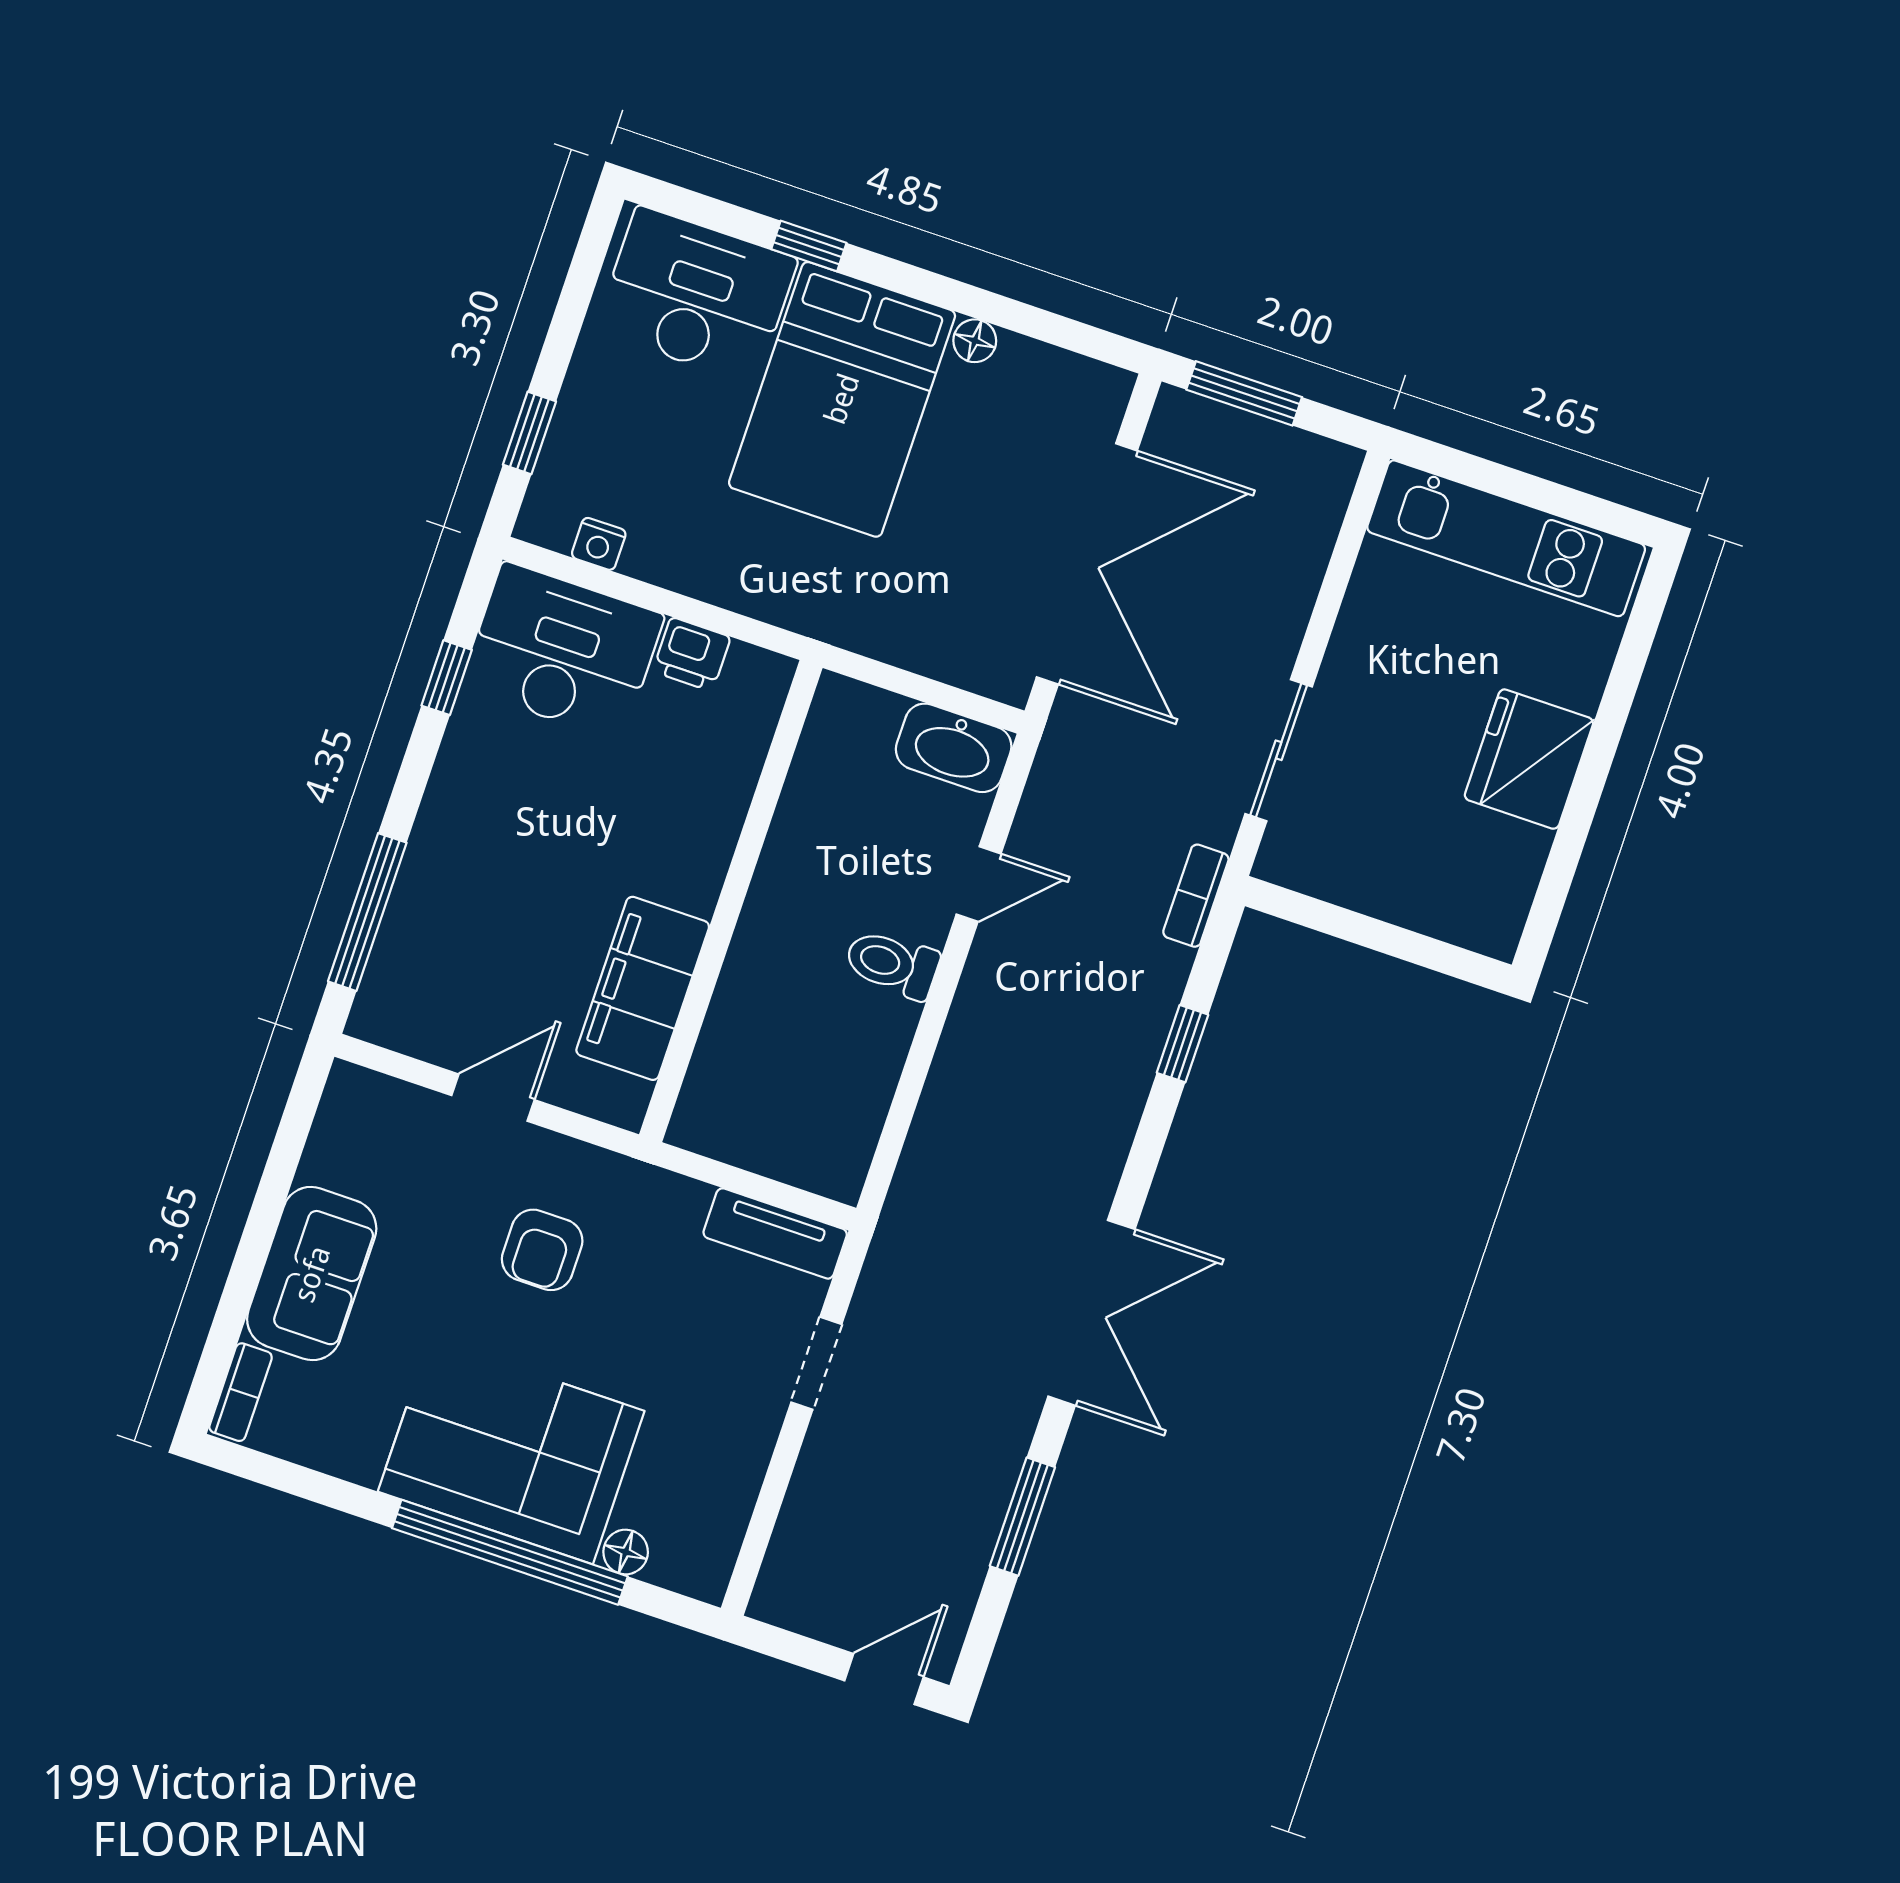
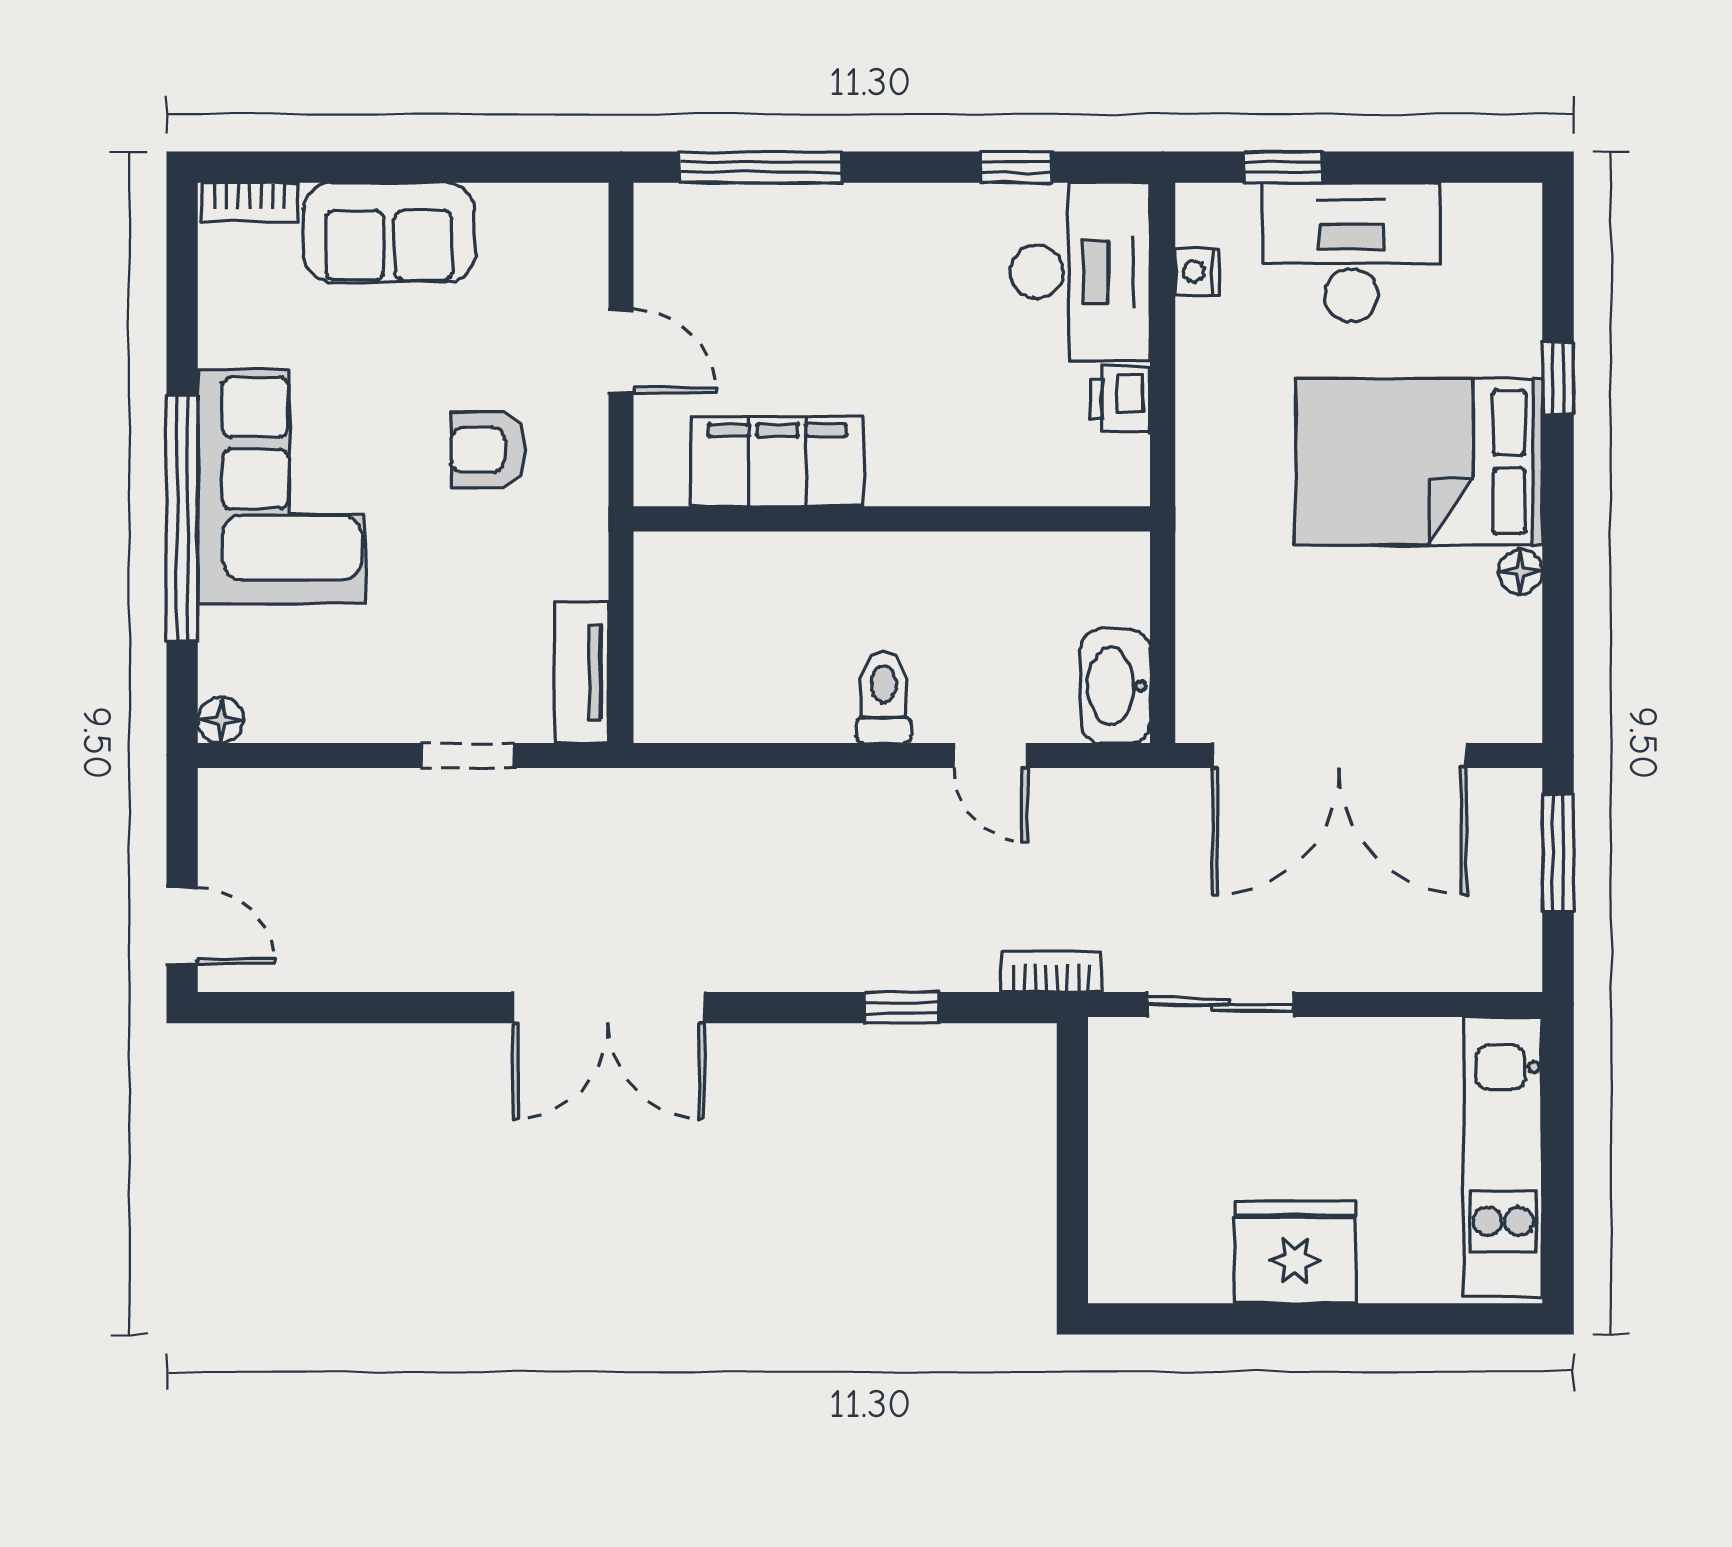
desk: (696, 295) -> (1351, 252), moved, turned -90
window: (1022, 1517) -> (387, 1008), removed
floor lamp: (626, 1552) -> (221, 720), moved

